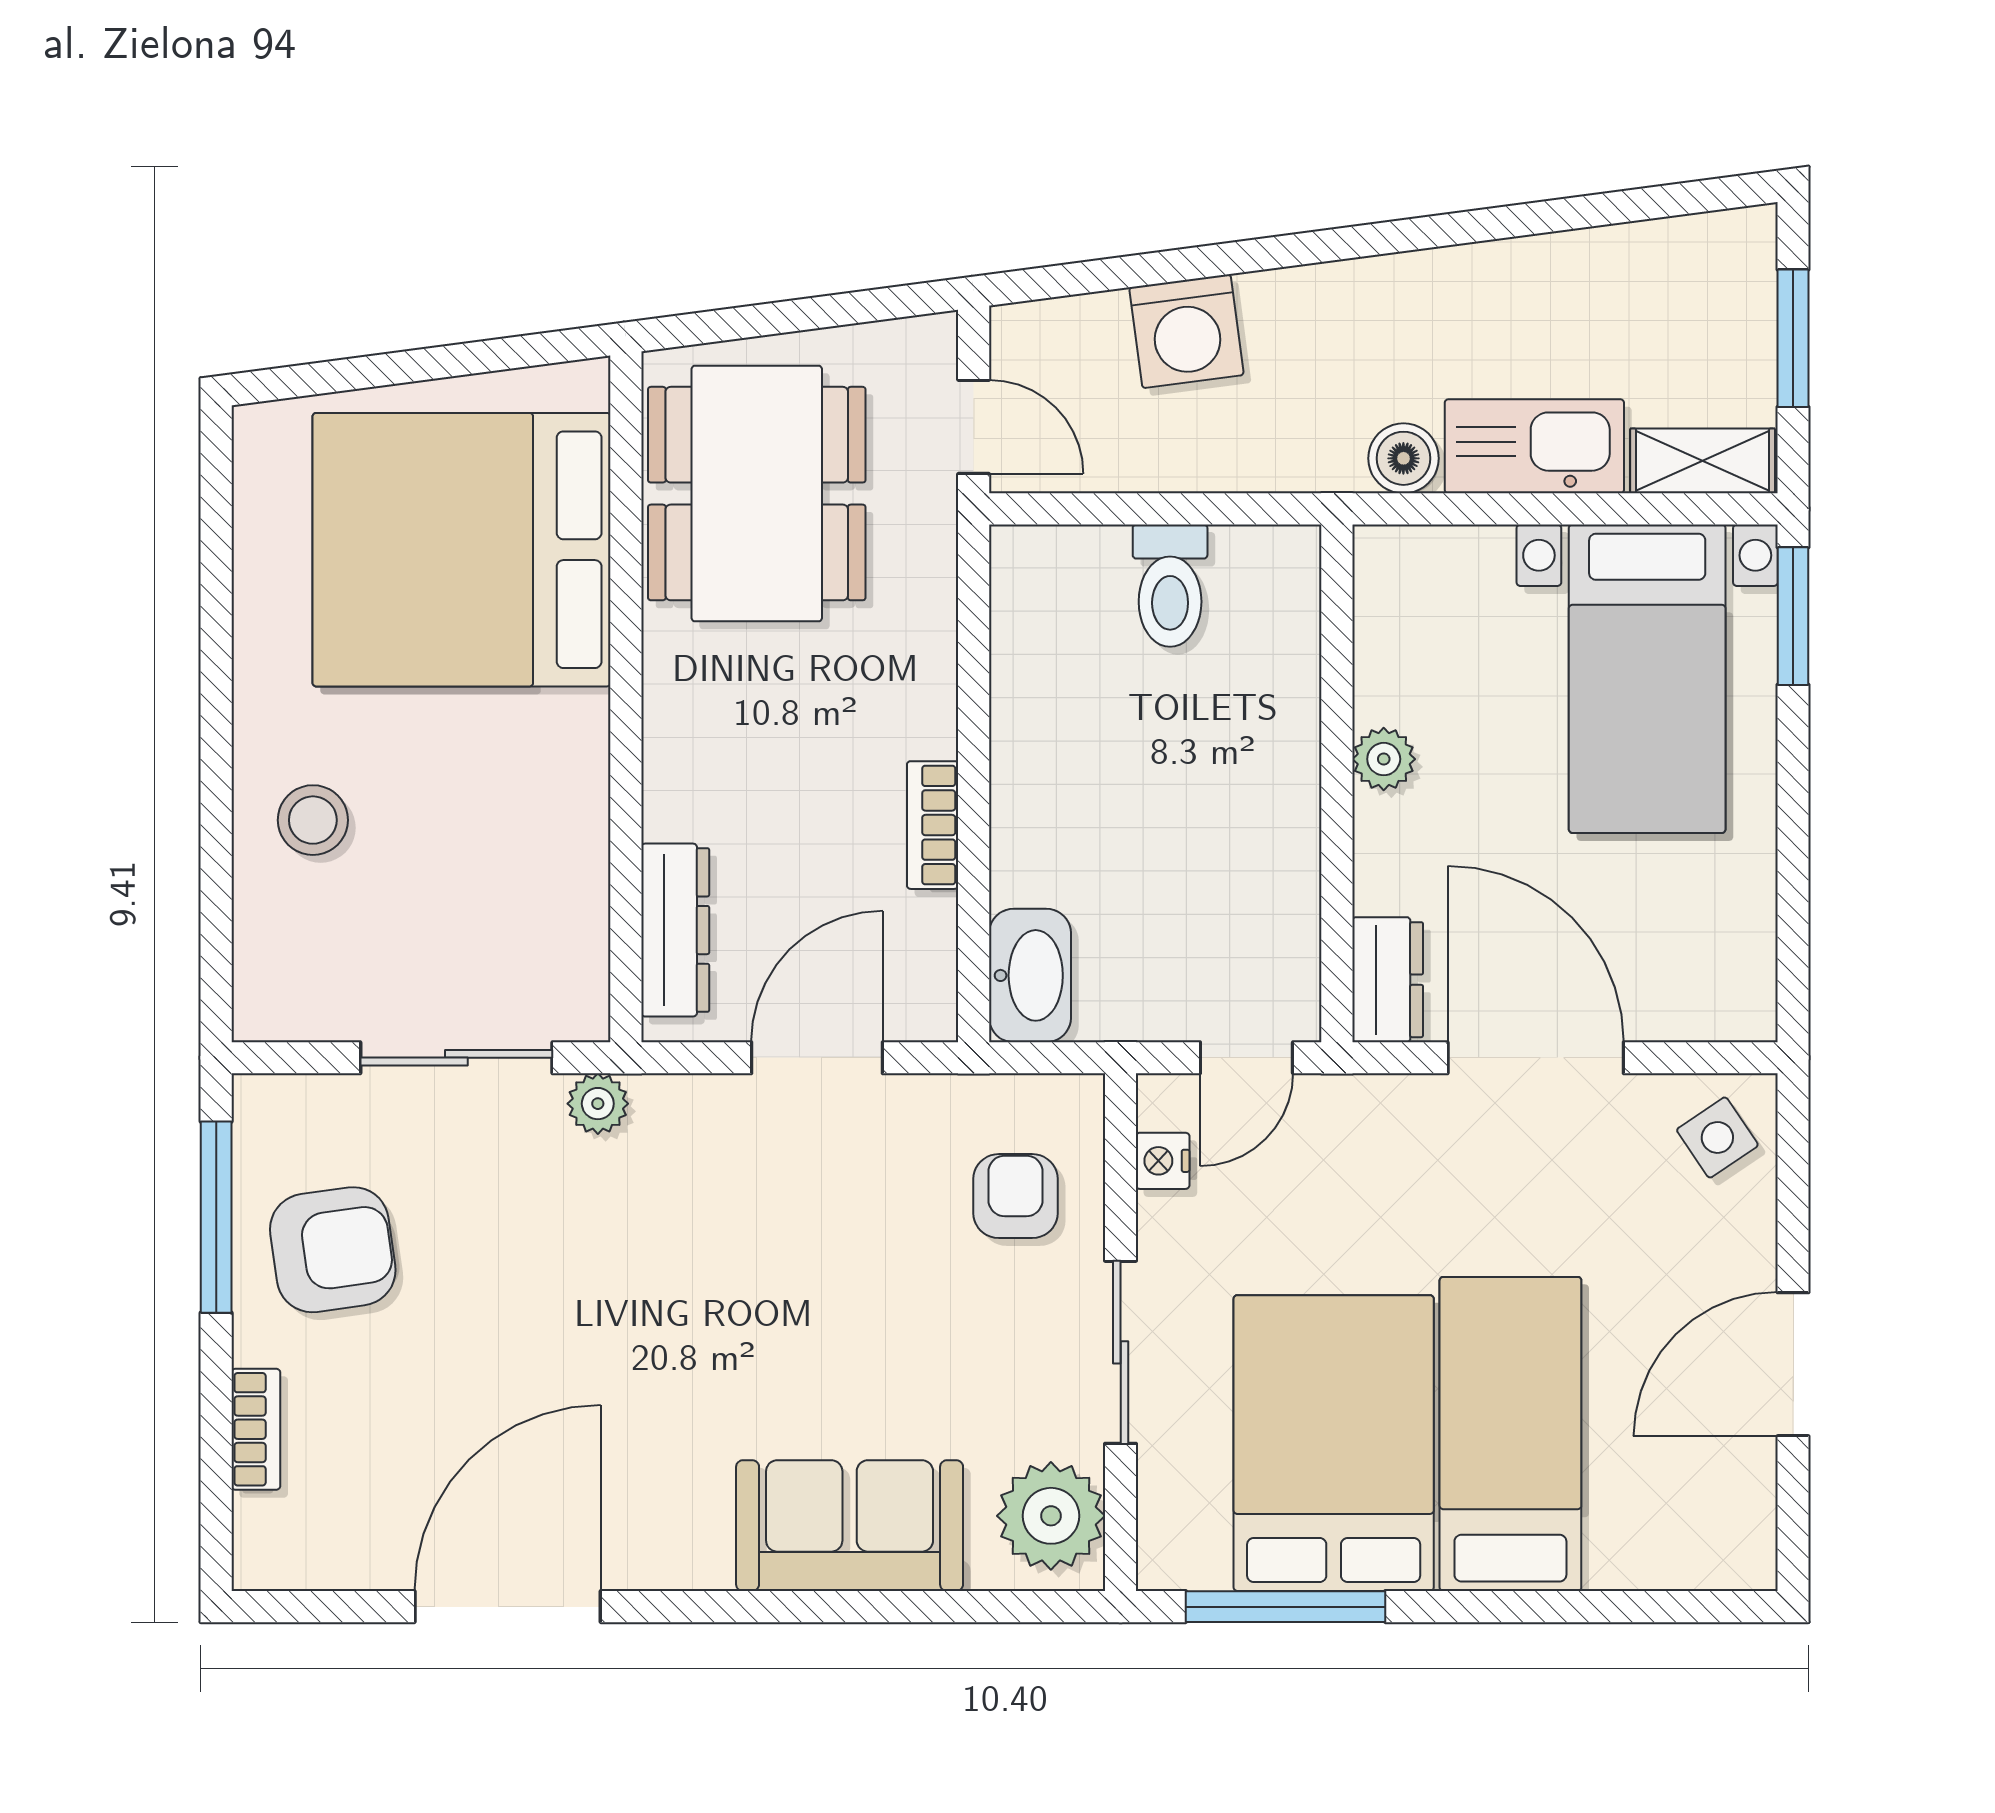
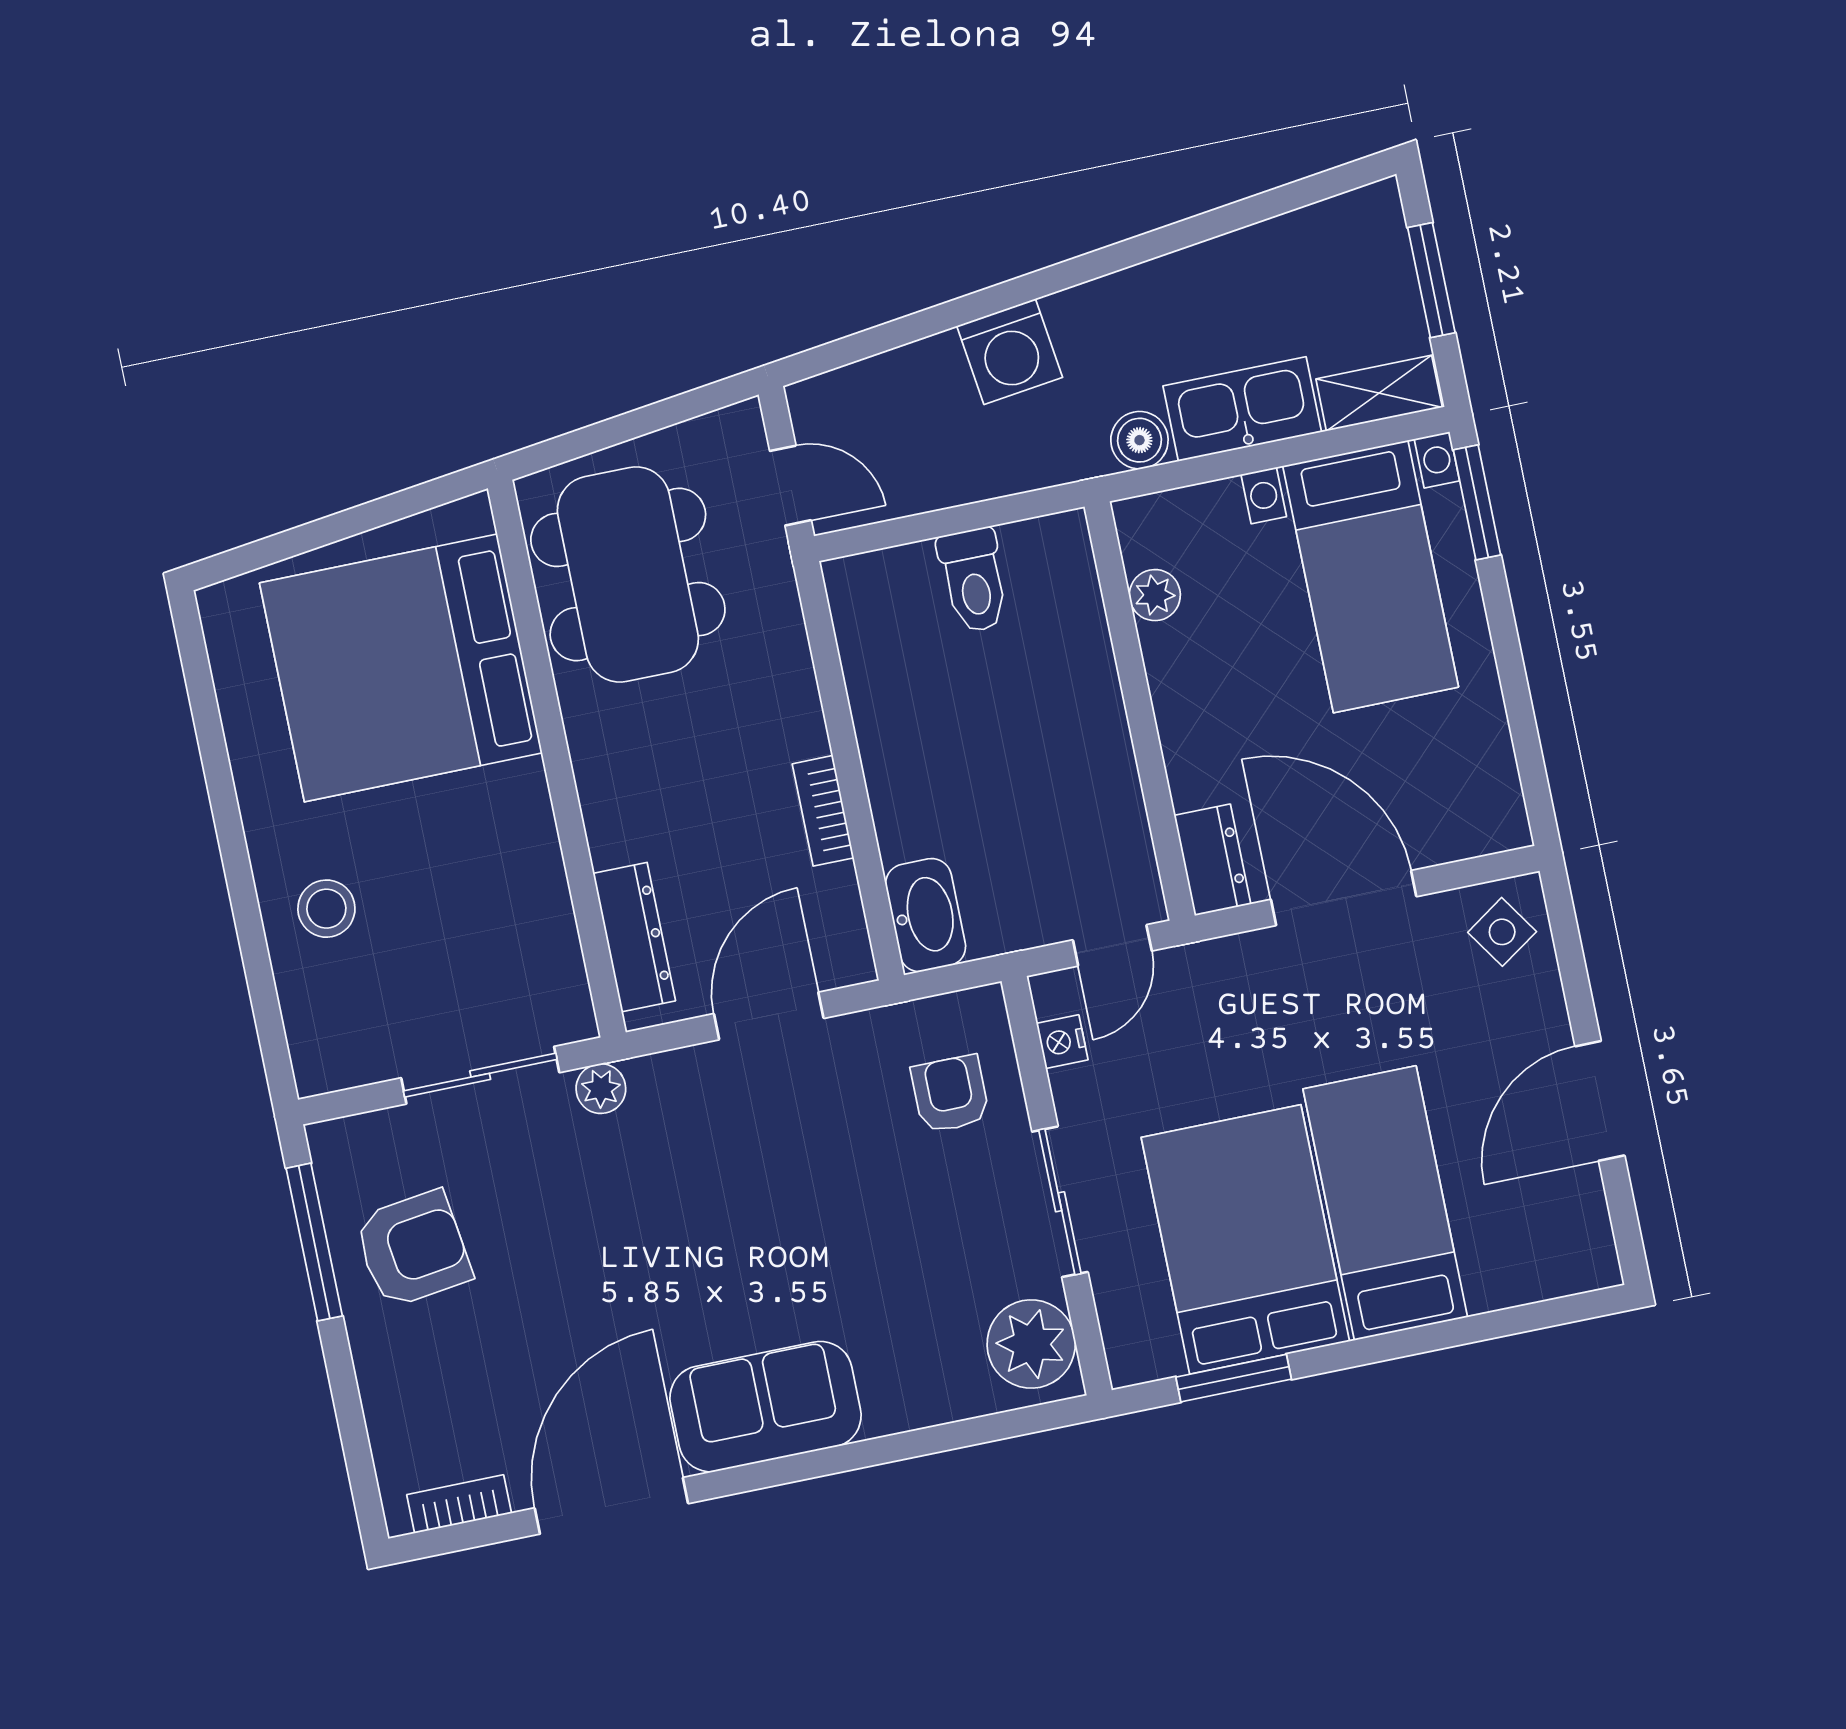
washing machine: (1186, 331) -> (1010, 352), moved
plant: (1384, 759) -> (1155, 595), moved
bookcase: (256, 1429) -> (459, 1504), moved, turned -90
sofa: (850, 1526) -> (766, 1407), moved
window: (1285, 1607) -> (1234, 1378), width x0.69

